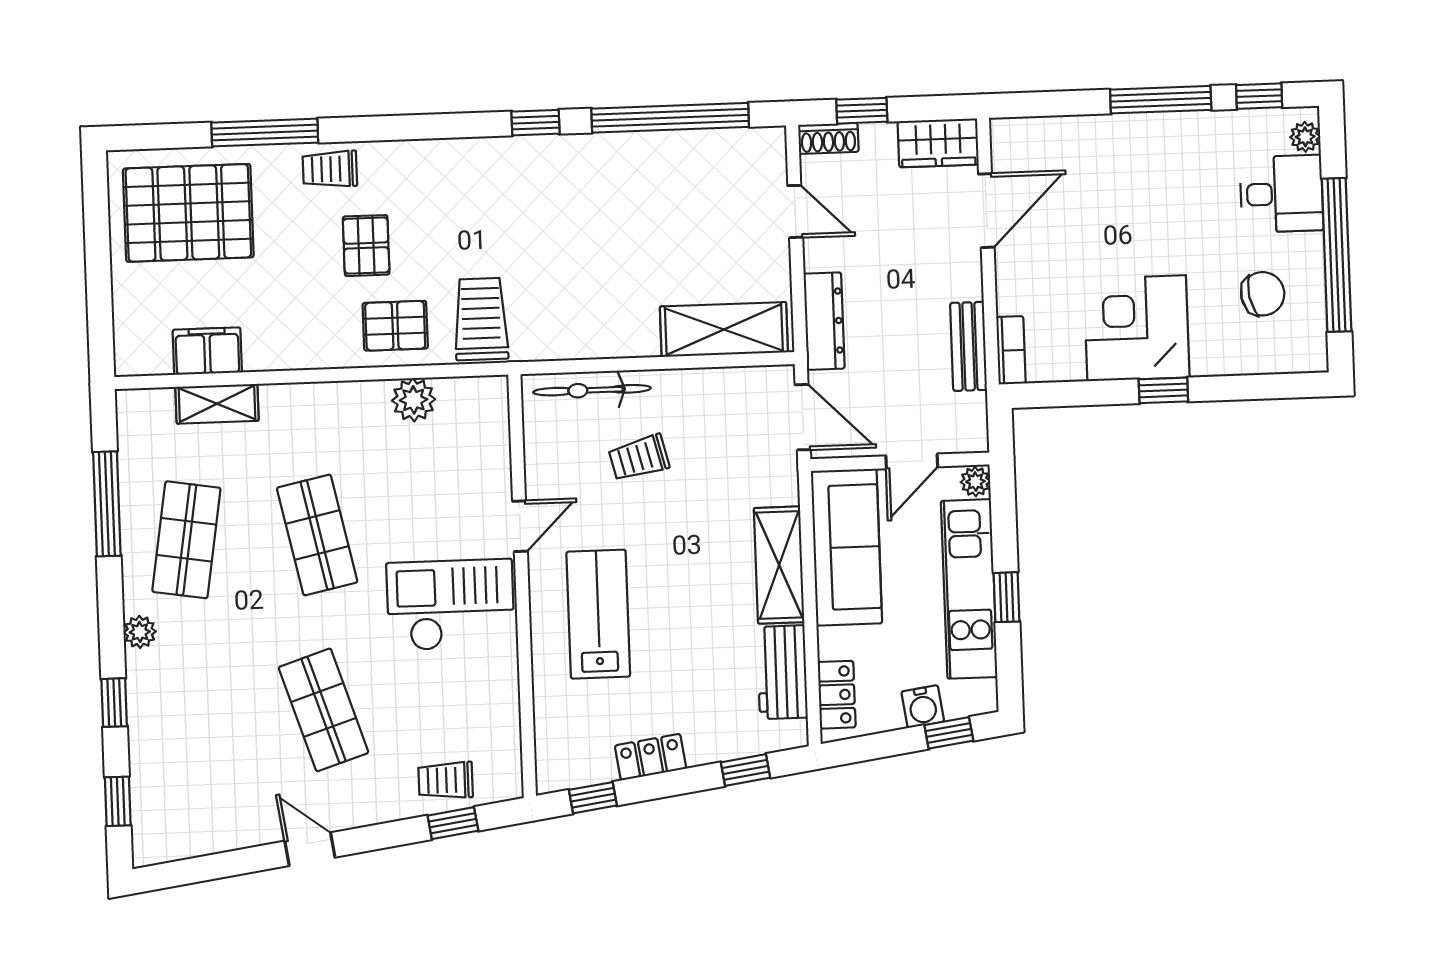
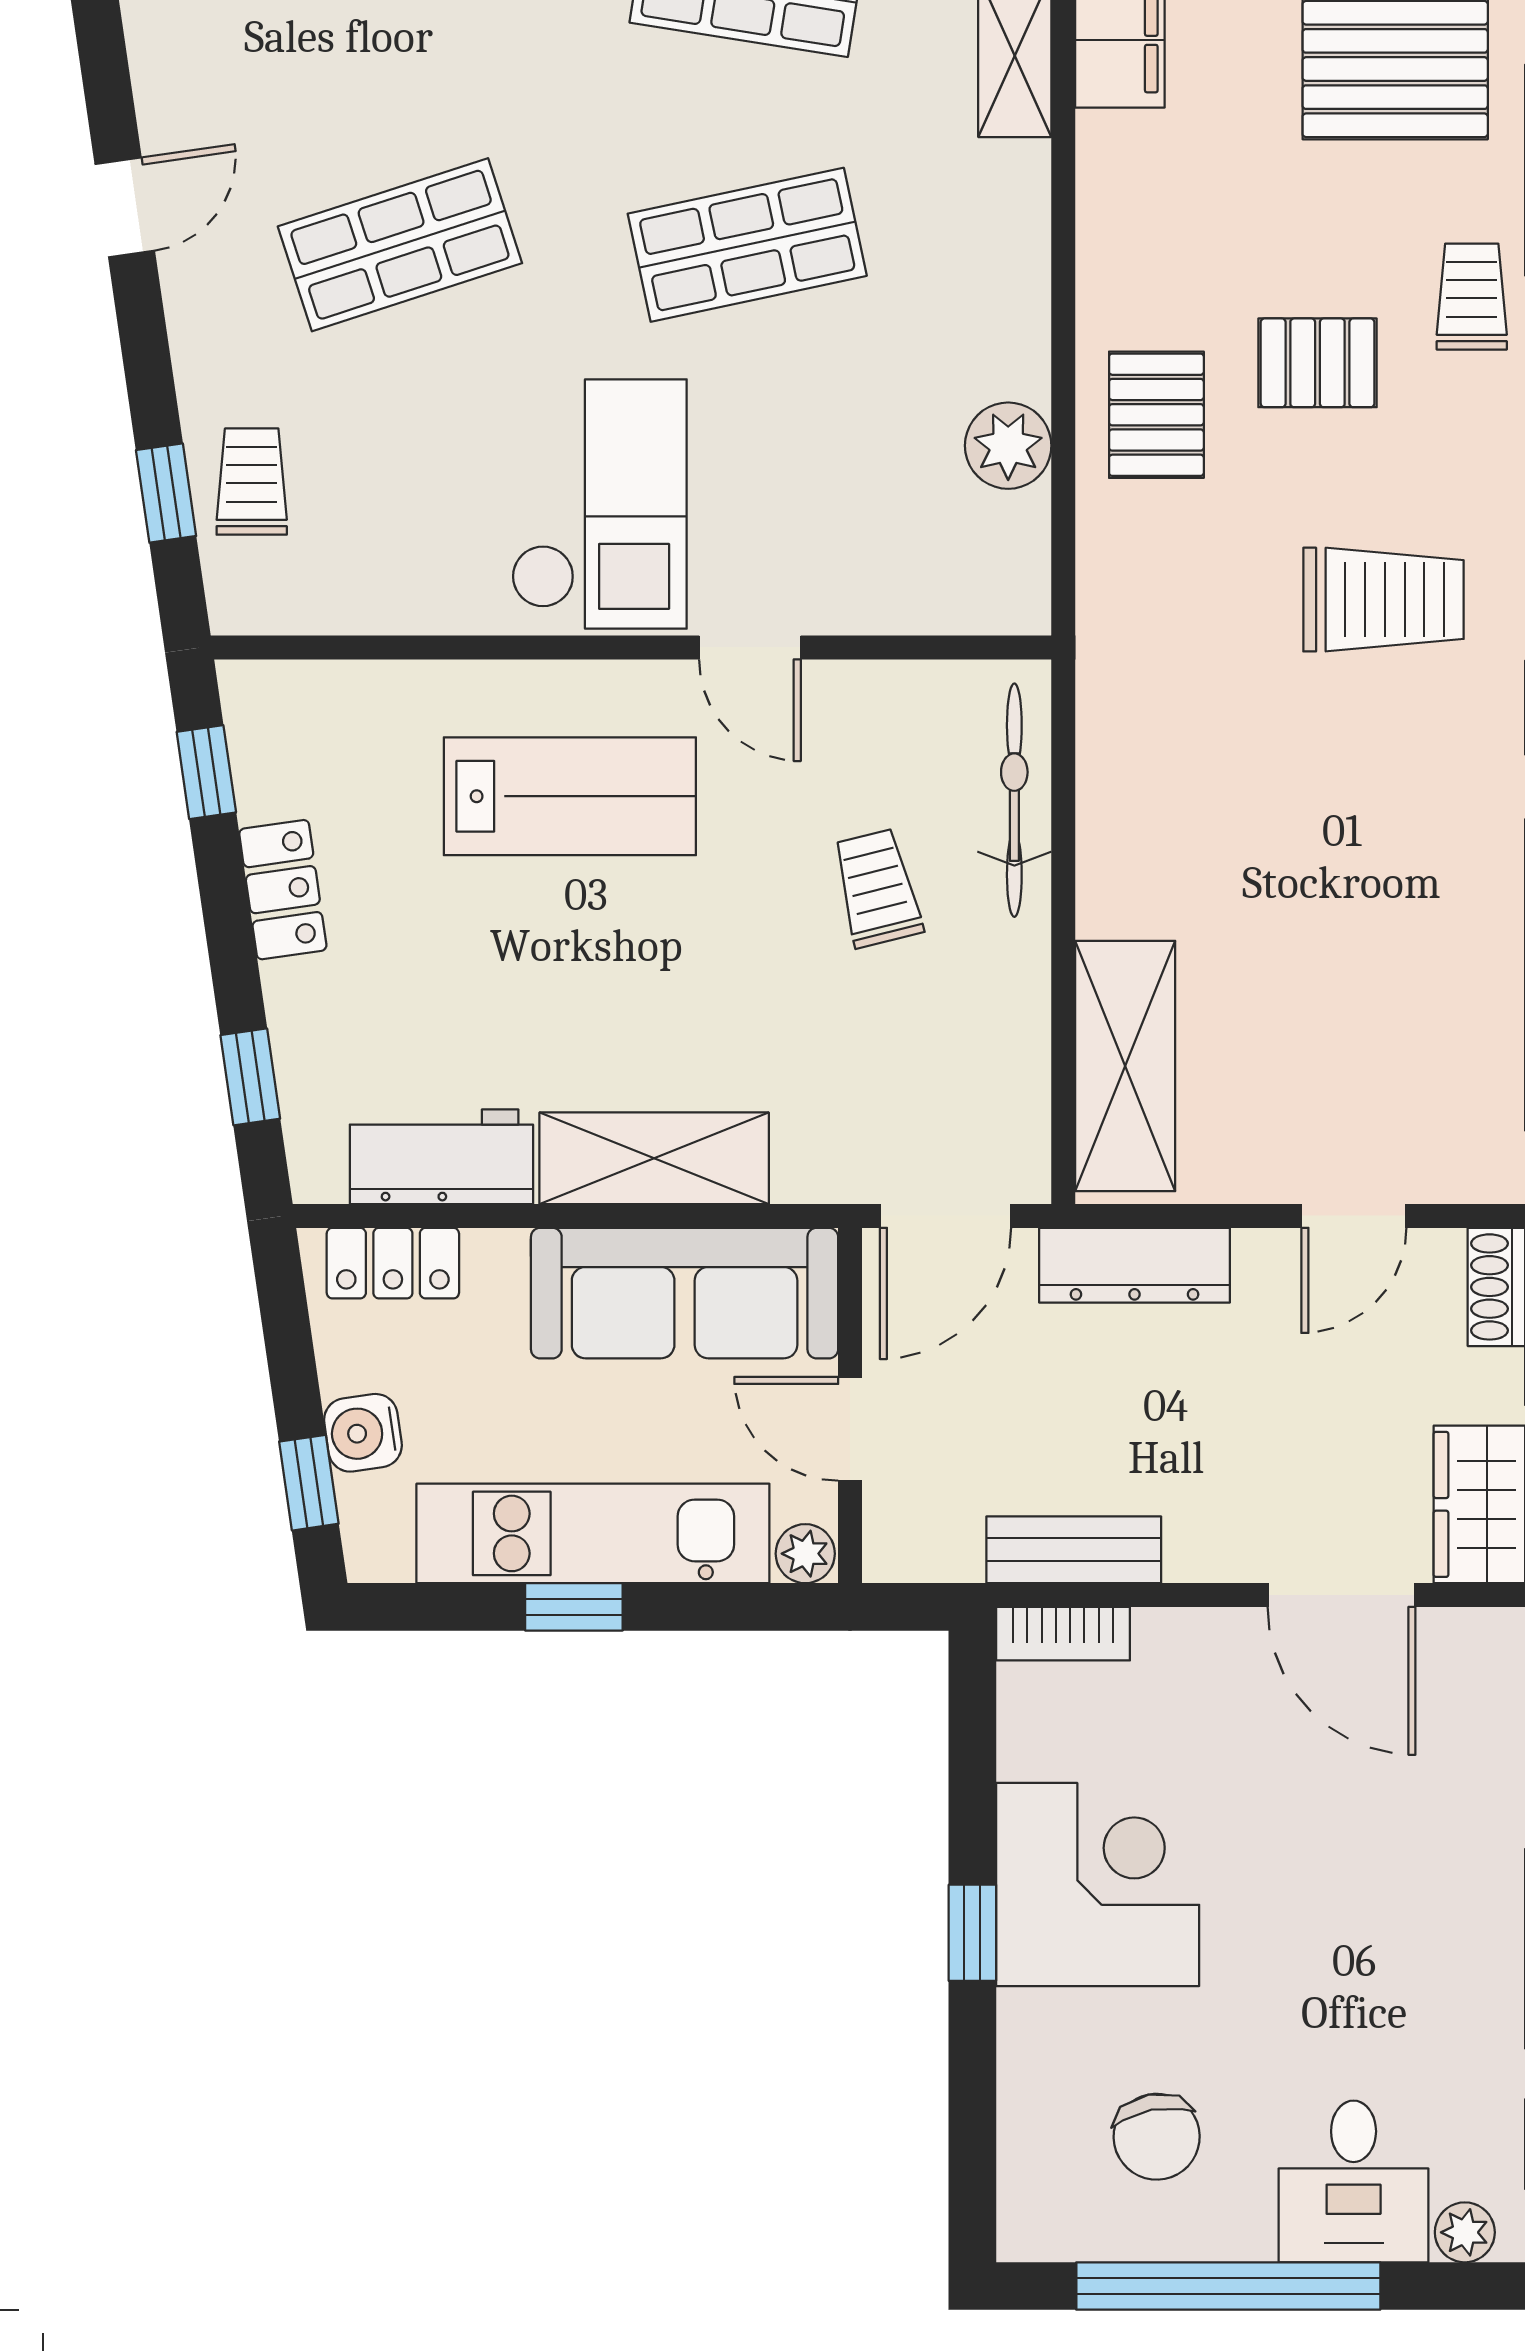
trolley: (481, 319) -> (1384, 600), moved

